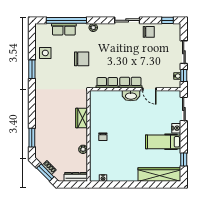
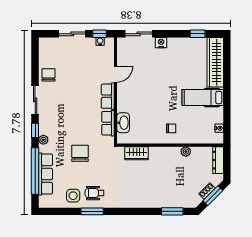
window: (168, 20) -> (35, 130), moved
row of seats: (64, 29) -> (45, 174), width x1.48
wheelchair: (48, 71) -> (95, 193), added
washbasin: (131, 96) -> (123, 123), moved
wardrobe: (82, 118) -> (137, 153), moved
hospital bed: (163, 142) -> (203, 97), moved, turned 90

